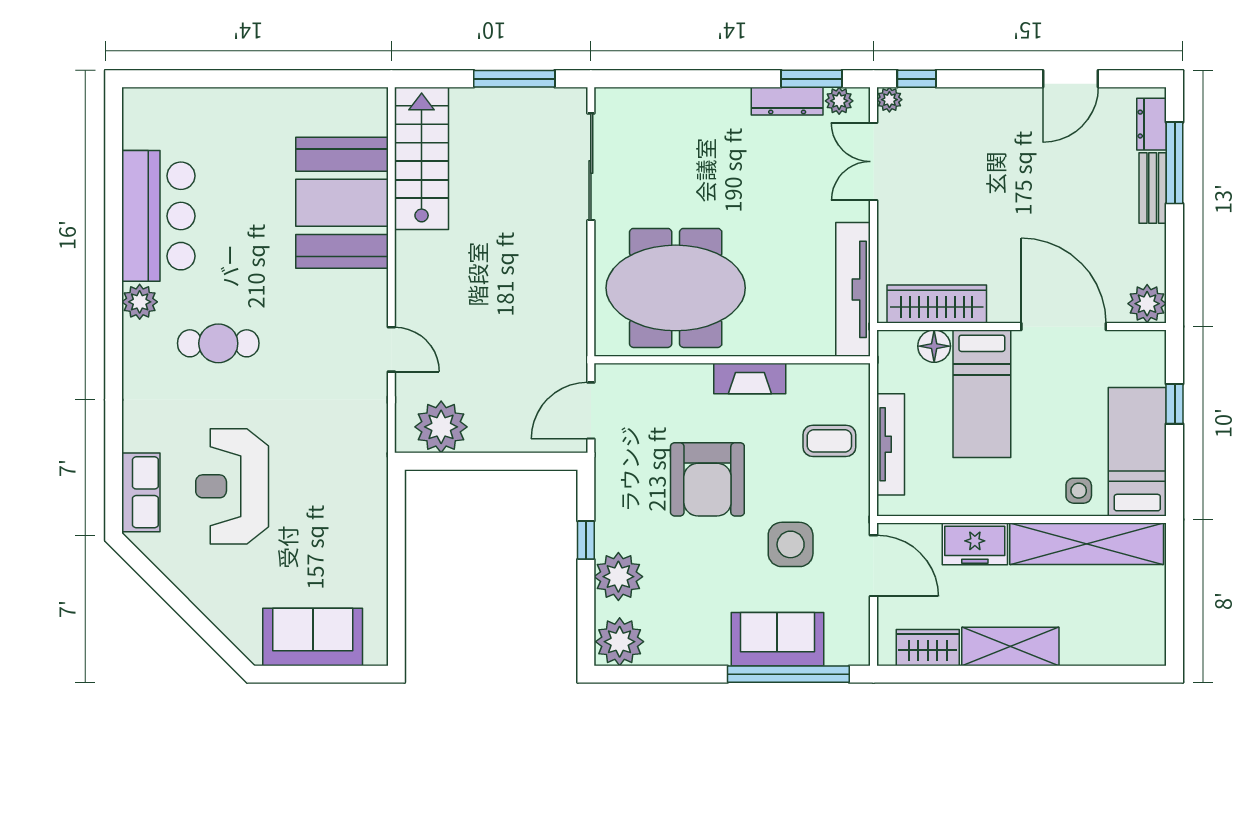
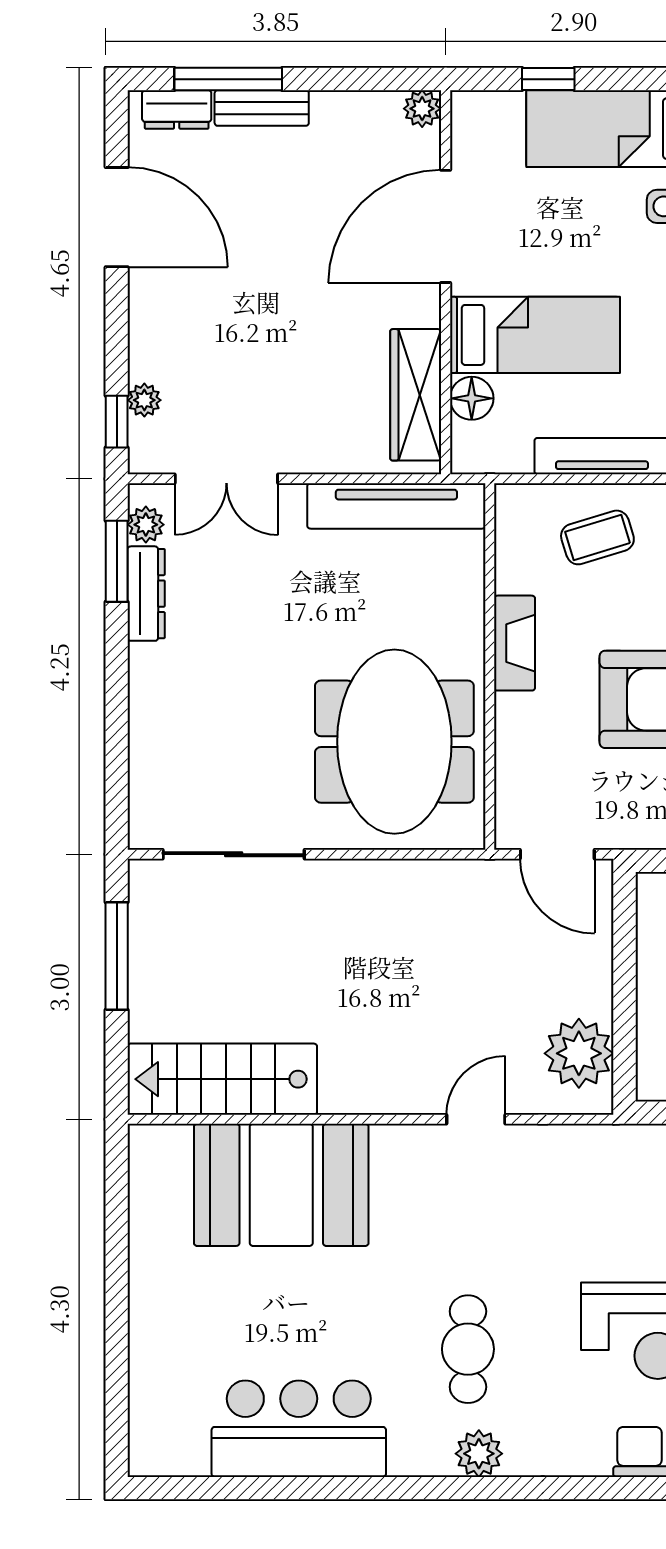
door: (1071, 79) -> (117, 217), width x1.36
plant: (889, 100) -> (144, 400), moved
plant: (140, 302) -> (479, 1454), moved
plant: (1147, 304) -> (422, 109), width x0.73, depth x0.73
coffee table: (829, 441) -> (597, 537), turned 73

